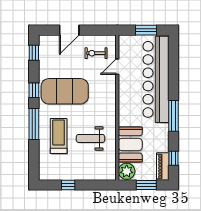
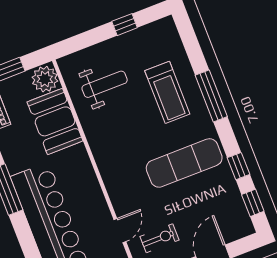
window: (34, 90) -> (238, 166), moved
exercise mat: (65, 91) -> (184, 163), width x0.68
weight bench: (91, 138) -> (105, 84), moved

